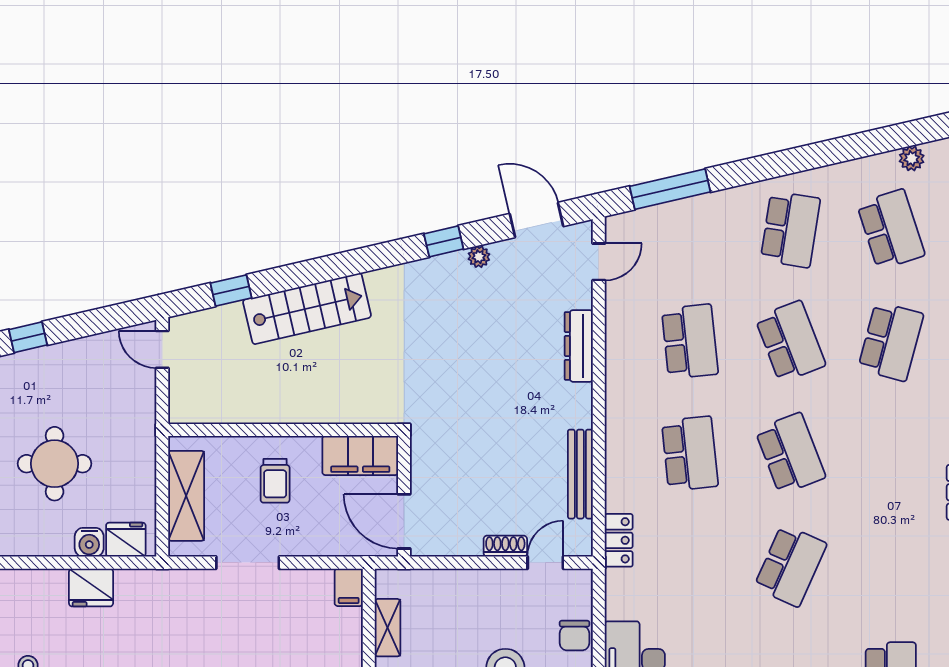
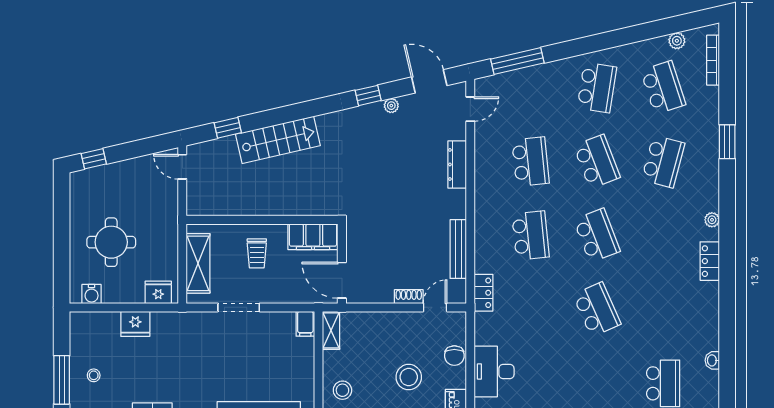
water cooler: (89, 542) -> (92, 294), moved
school desk: (790, 566) -> (597, 309), turned -48
shelving: (388, 628) -> (331, 330), moved

